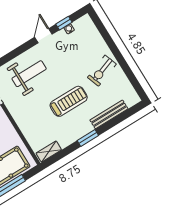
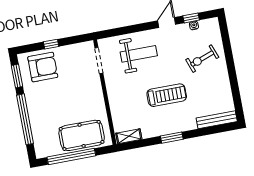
exercise bike: (102, 71) -> (202, 59), moved
bench: (109, 114) -> (217, 120), moved

